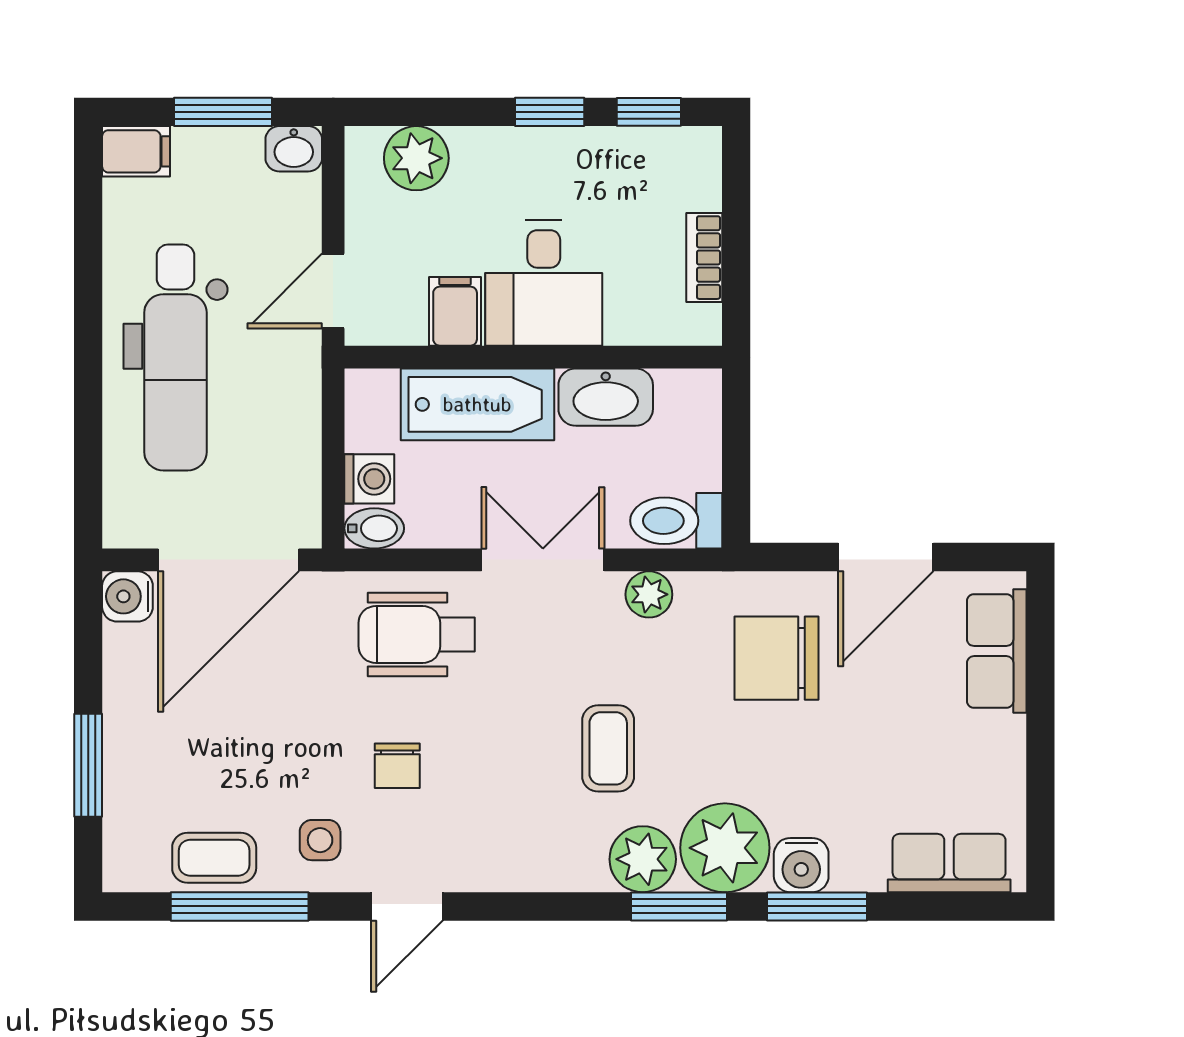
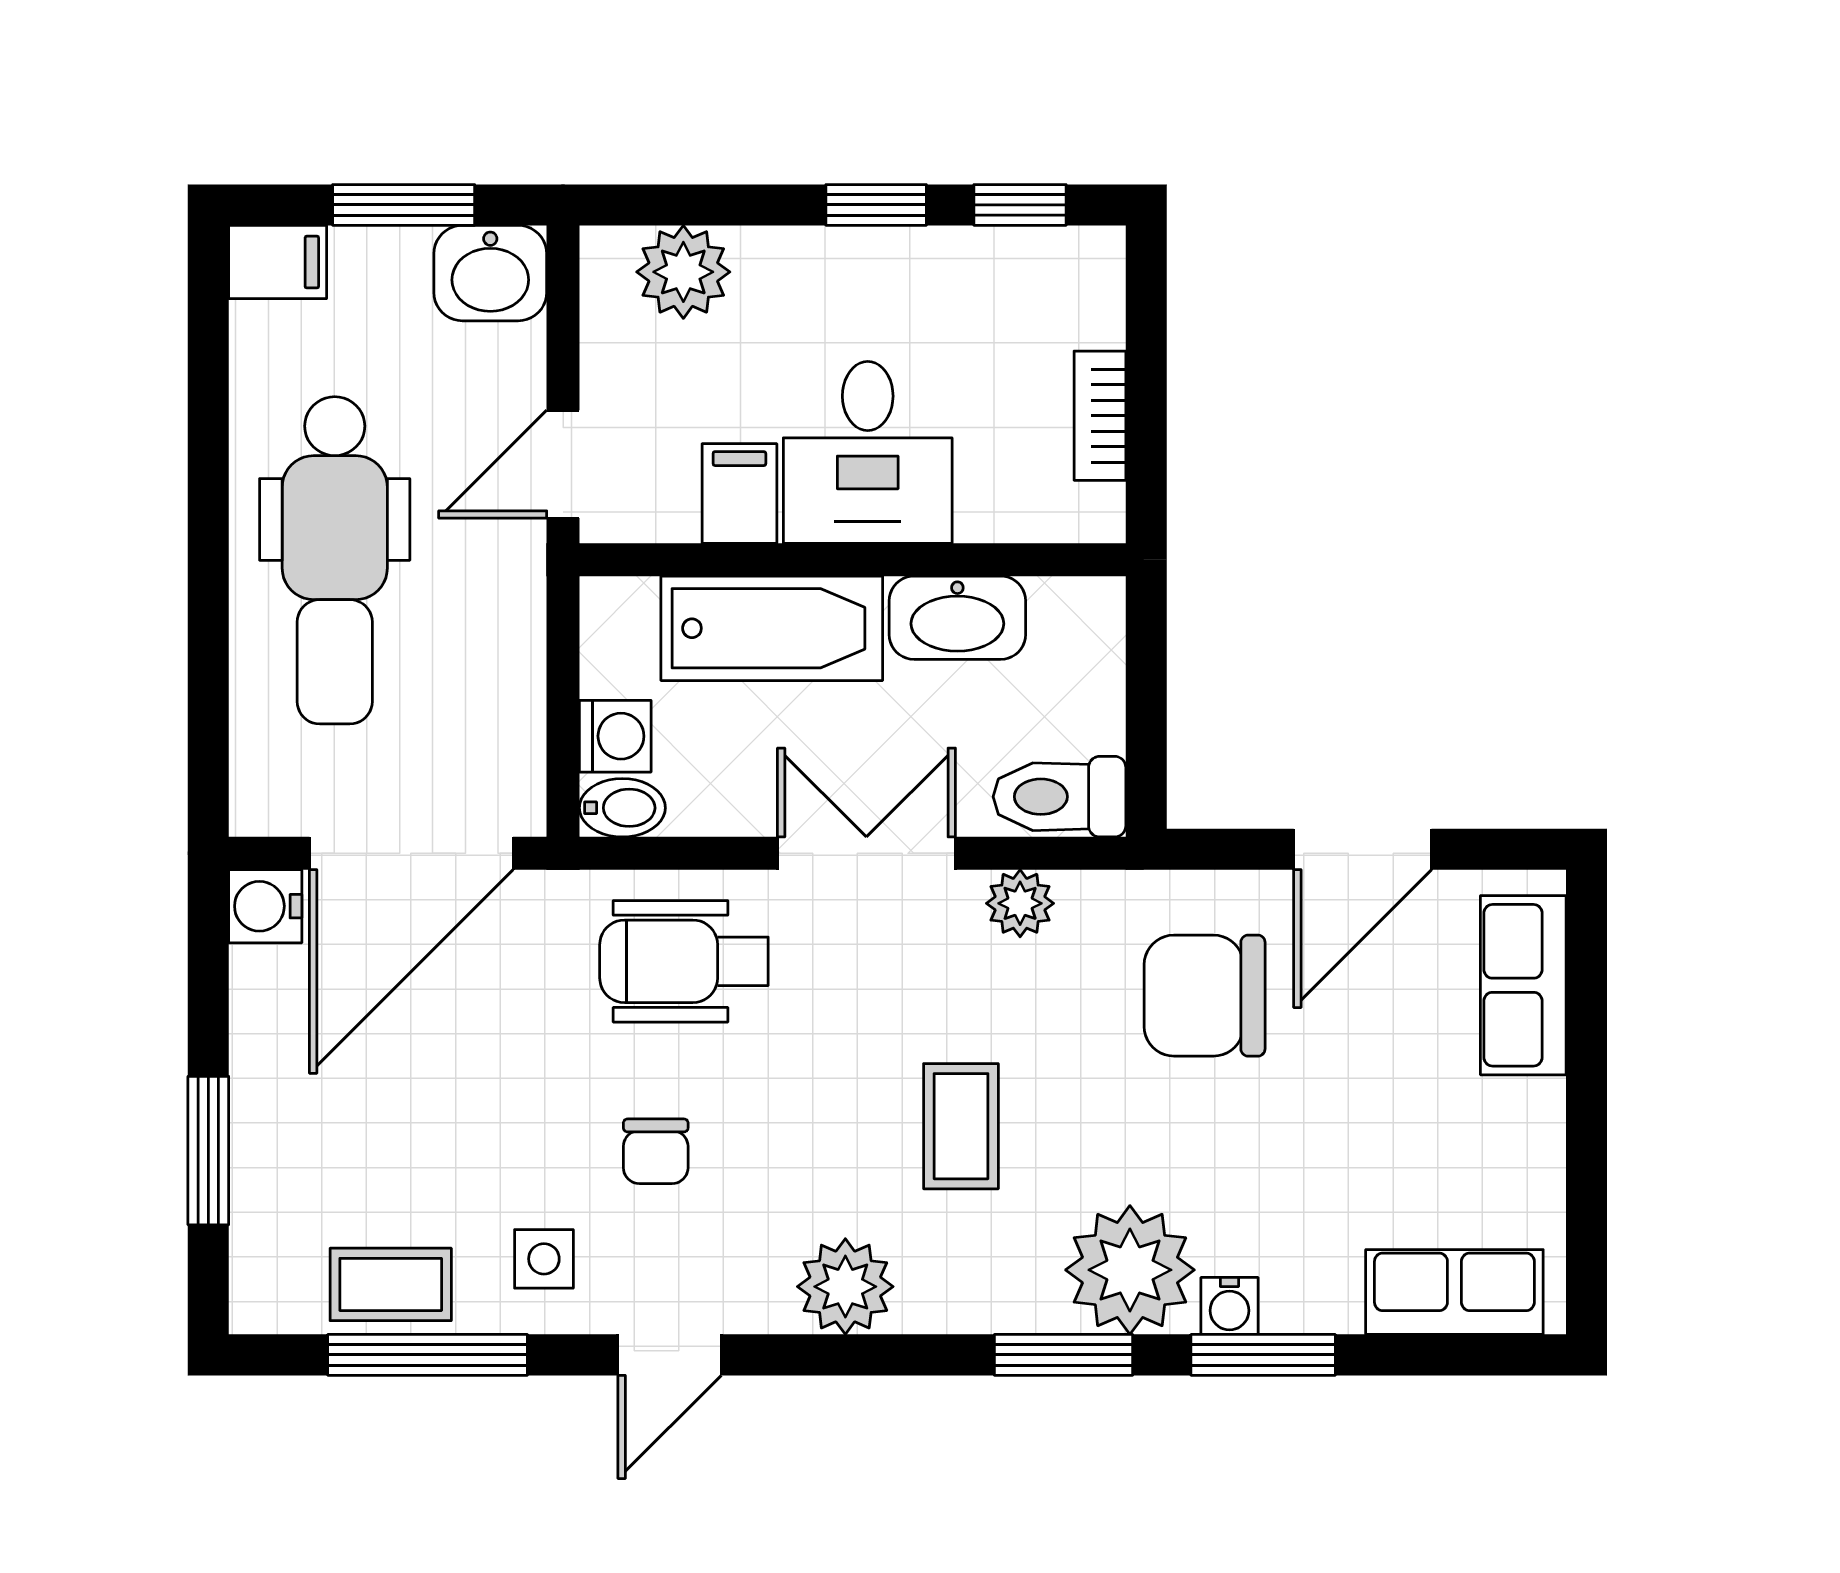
washbasin: (294, 149) -> (490, 273), width x1.38, depth x1.45
plant: (643, 859) -> (845, 1287), moved
water cooler: (801, 865) -> (1229, 1306), width x0.72, depth x0.72

